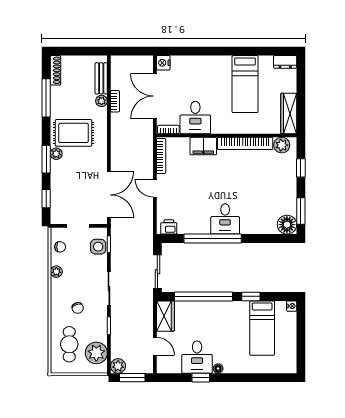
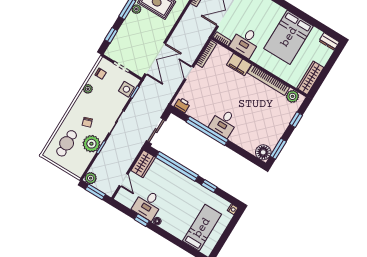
bed: (245, 84) -> (289, 37), width x1.50
bed: (262, 328) -> (202, 228), moved, turned 180
plant: (96, 353) -> (91, 144), moved

